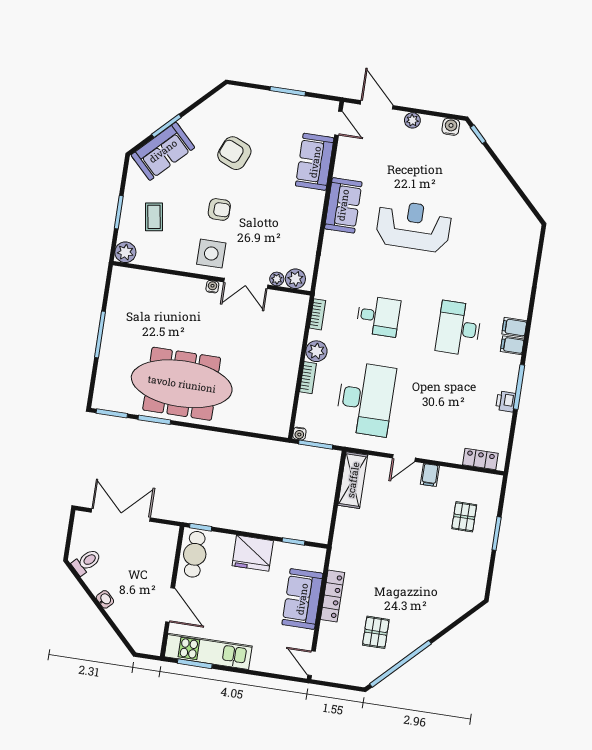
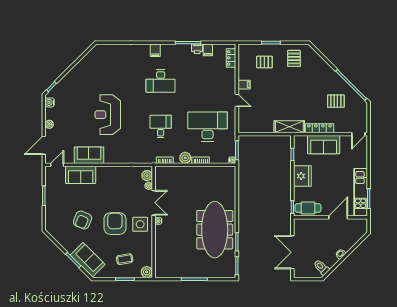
sofa: (343, 205) -> (89, 155), moved
armchair: (219, 209) -> (115, 224), width x1.88, depth x1.88
filing cabinet: (512, 345) -> (208, 50), moved
shelving: (353, 480) -> (289, 127), moved
pallet: (462, 570) -> (294, 58), added

